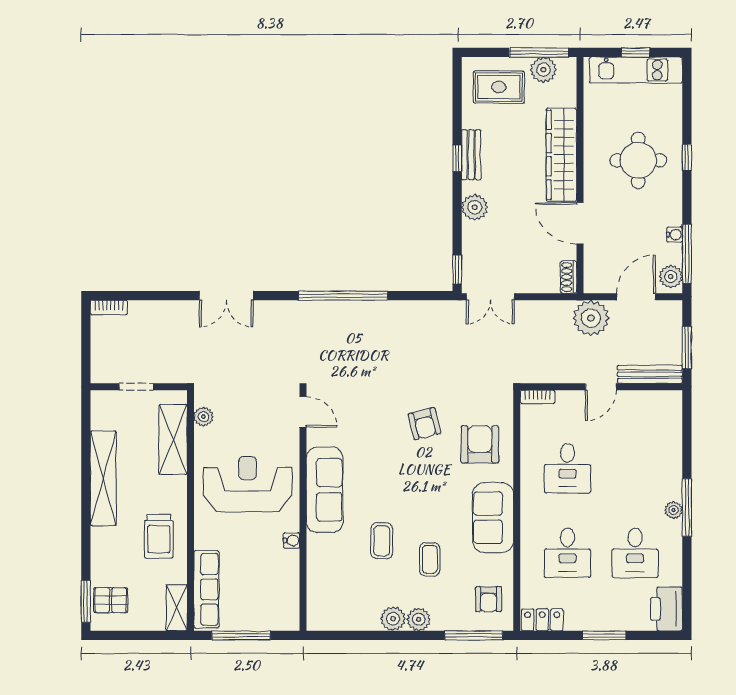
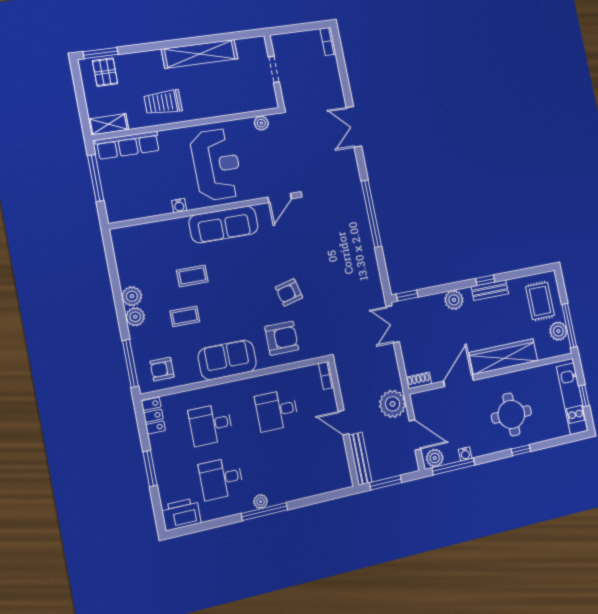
shelving: (173, 439) -> (240, 103), removed

